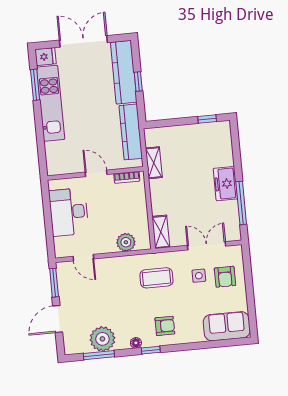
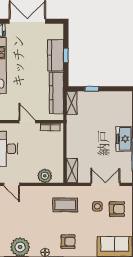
kitchen counter: (124, 72) -> (55, 55), width x0.67
window: (207, 119) -> (92, 89), moved
shelving: (154, 163) -> (72, 103), moved
armchair: (225, 277) -> (117, 209), turned -90

